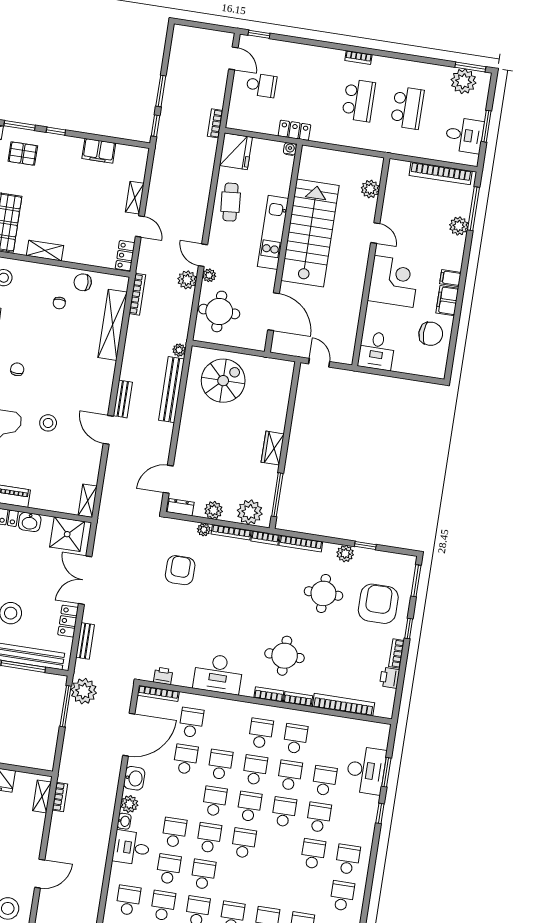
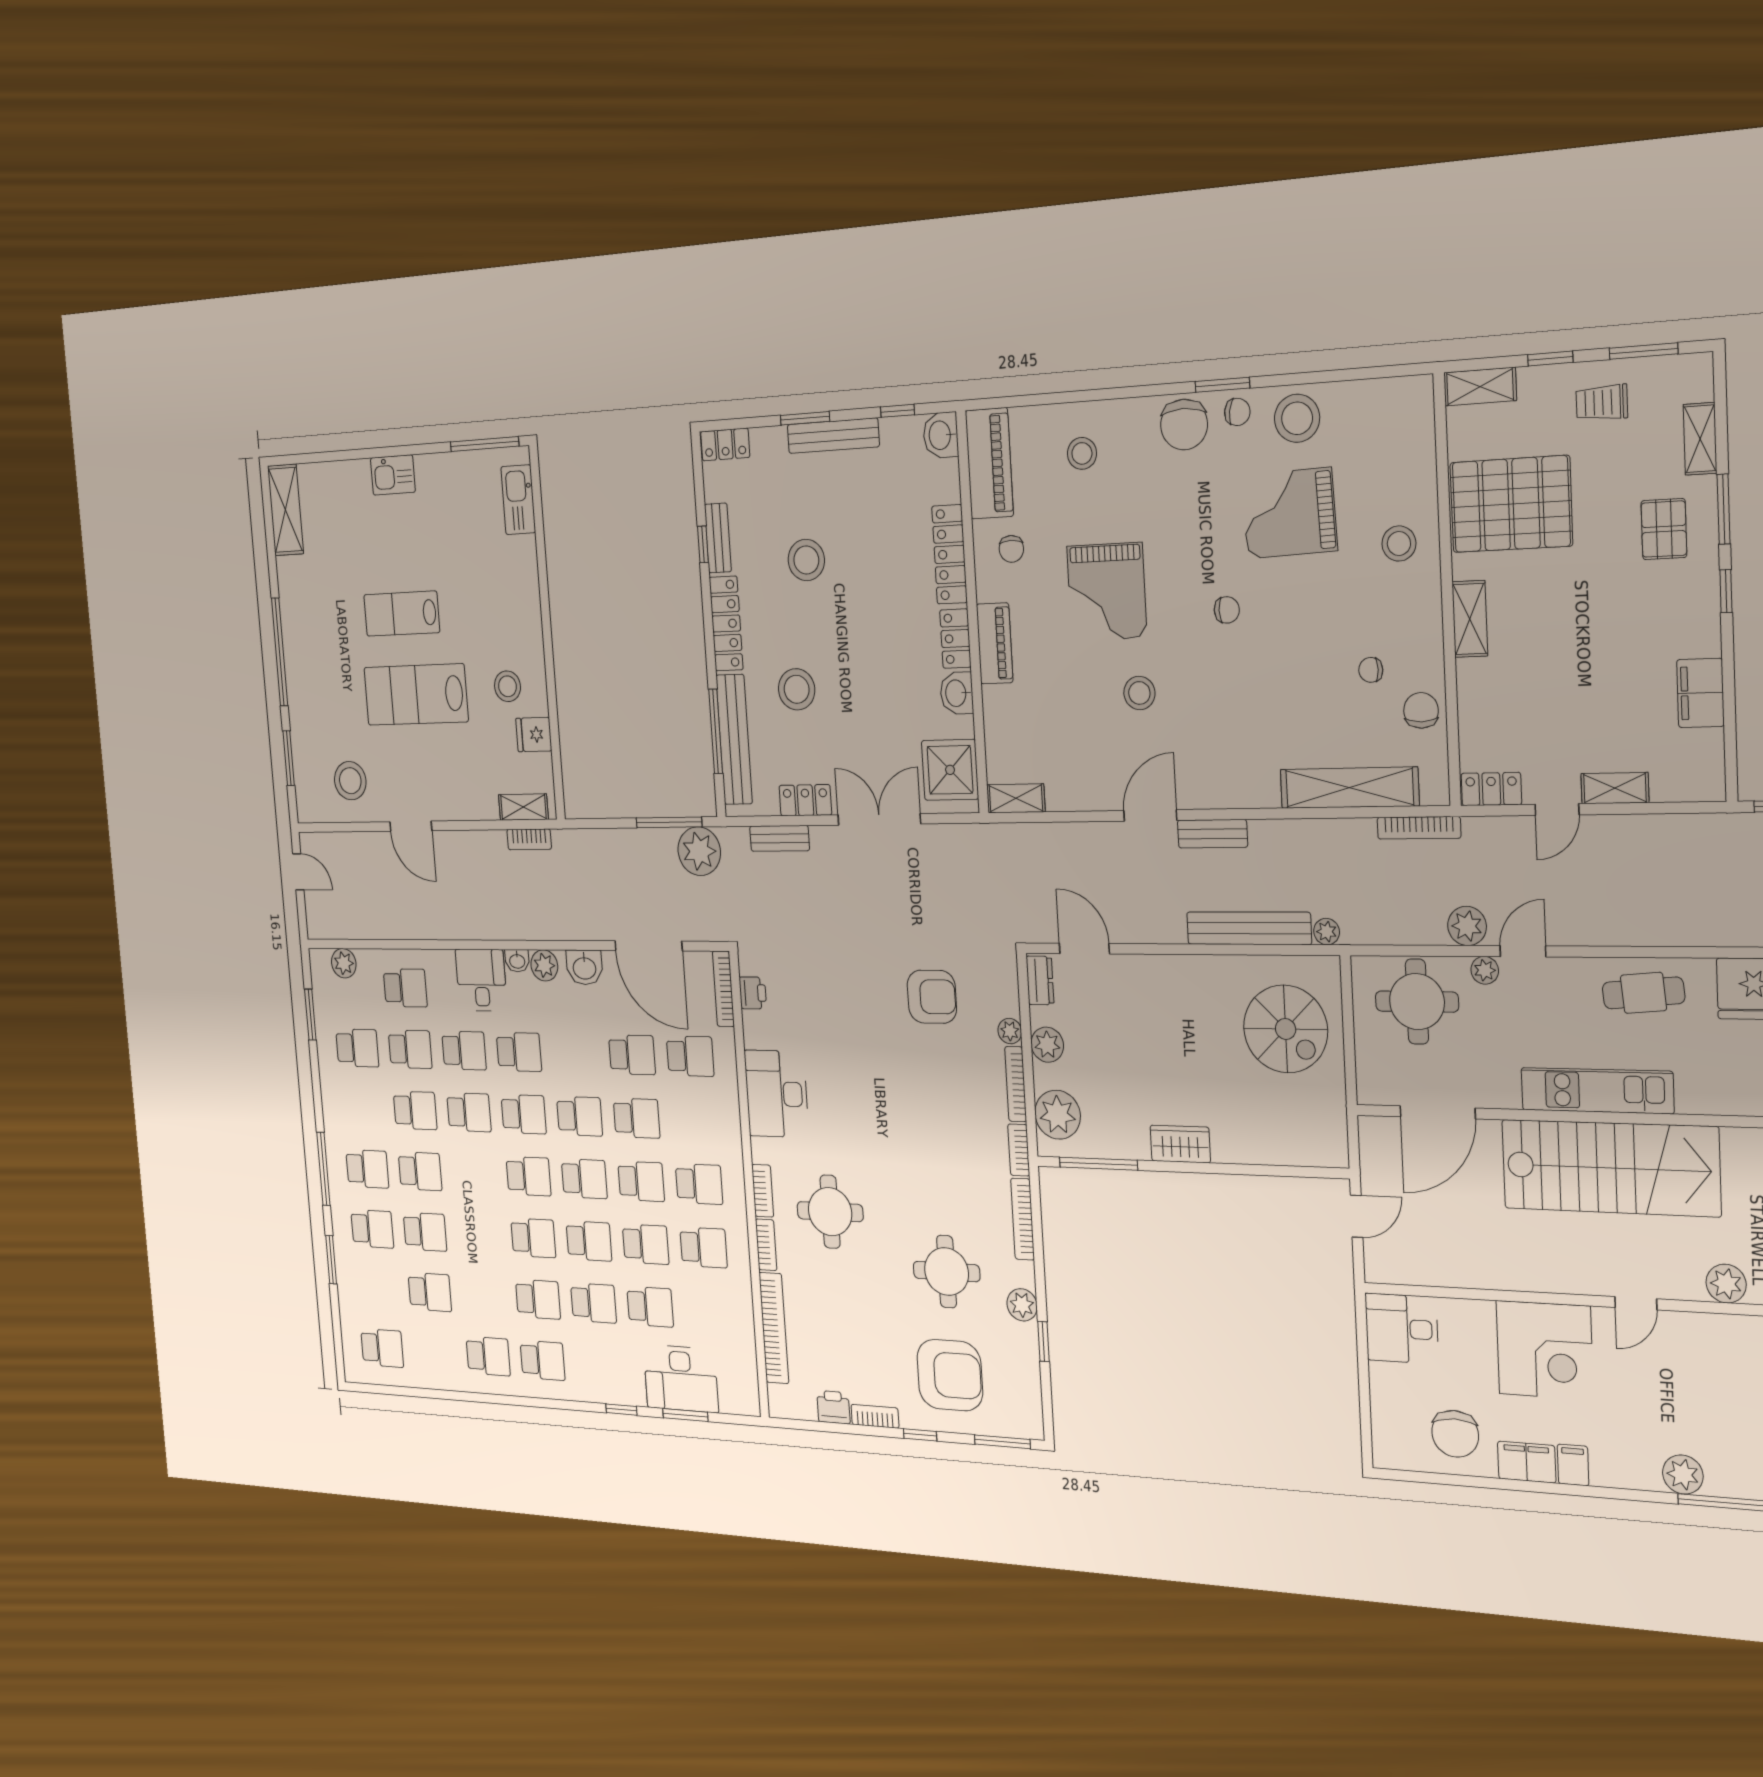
school desk: (278, 849) -> (533, 1238), added

